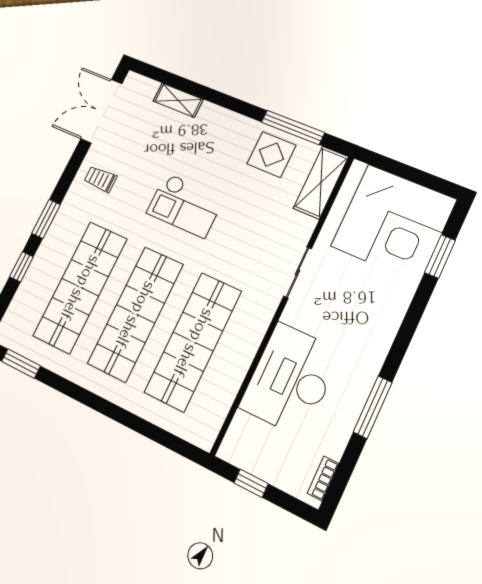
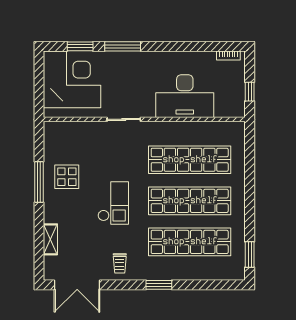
window: (293, 127) -> (39, 182), moved
display table: (271, 155) -> (67, 177), moved
shelving: (321, 182) -> (66, 130), removed
window: (21, 267) -> (194, 285), removed
window: (373, 407) -> (123, 46), moved

